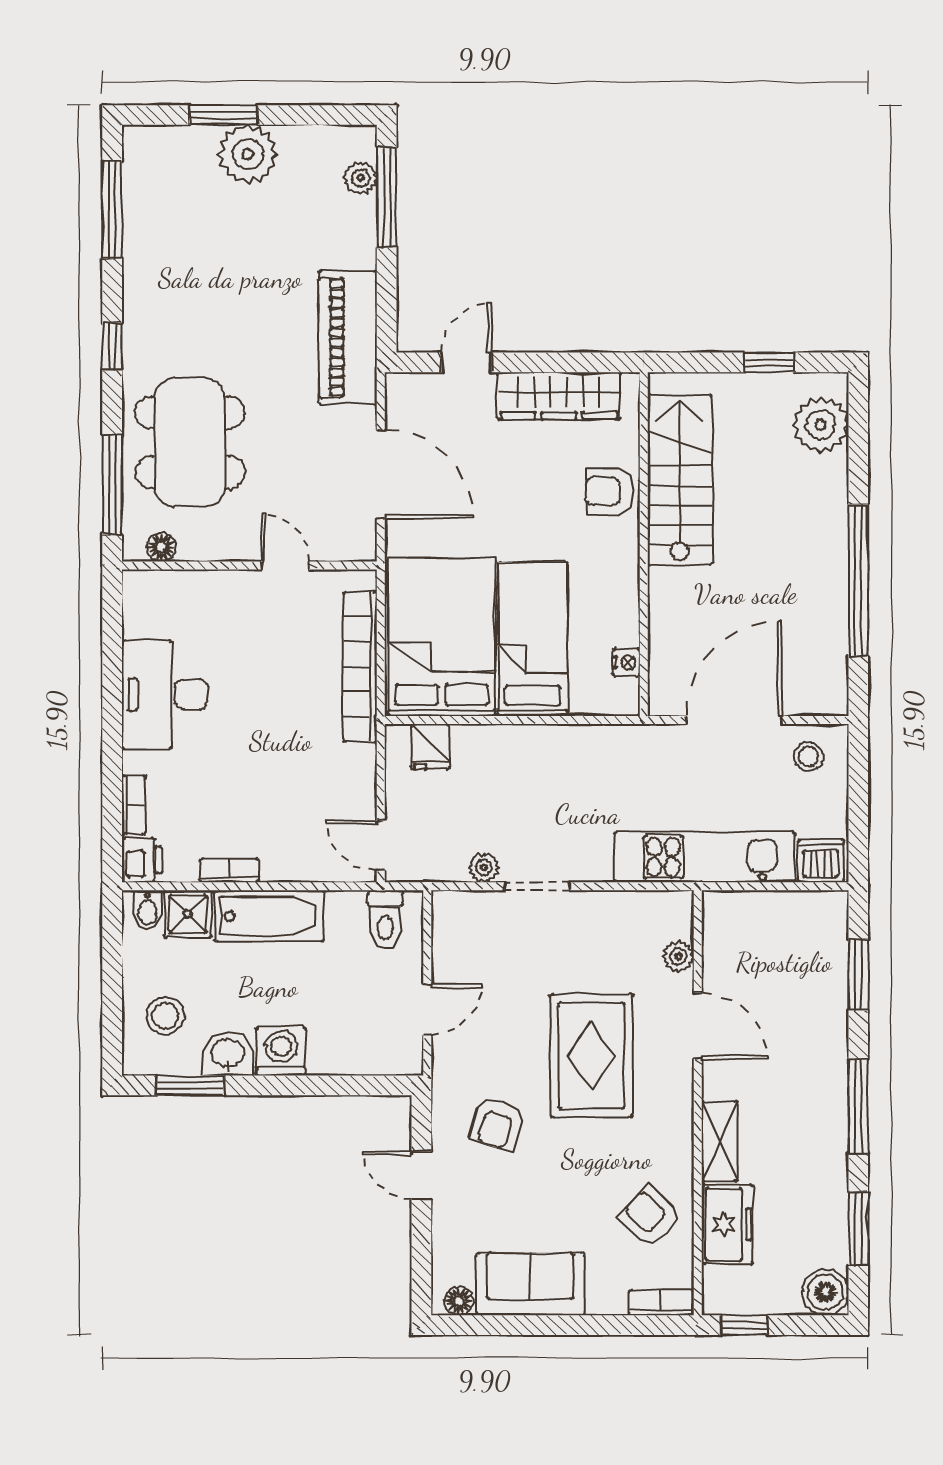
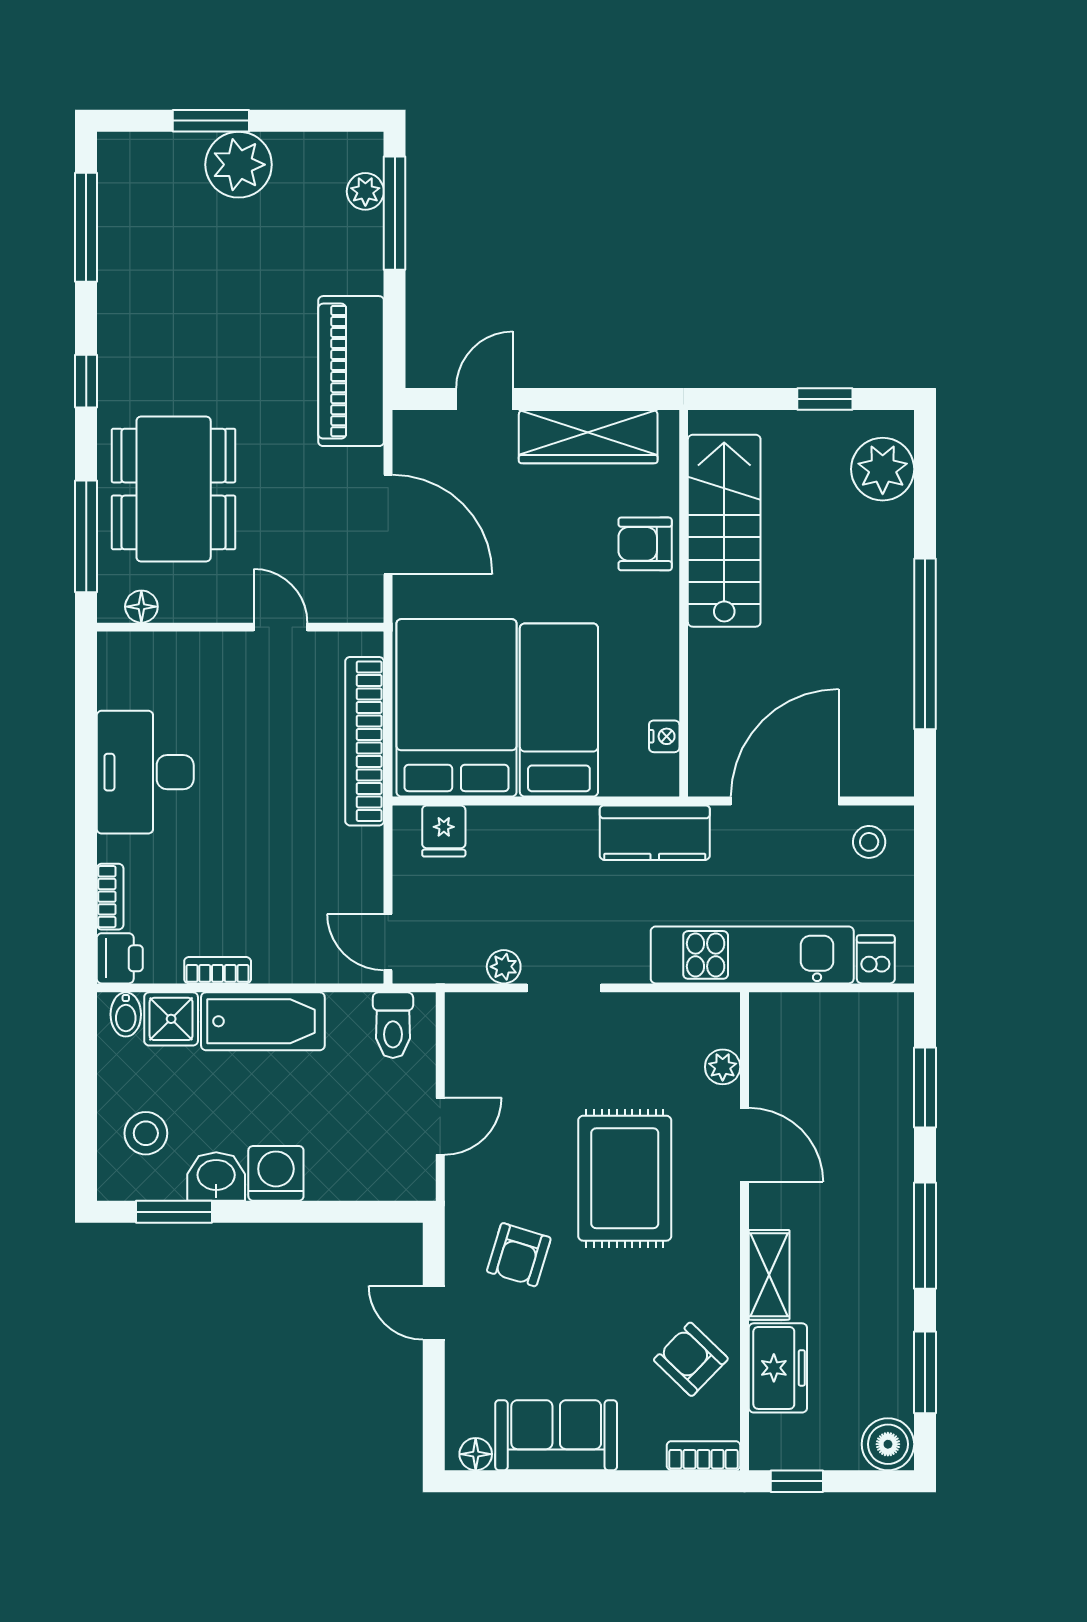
kitchen counter: (618, 748) -> (655, 833), added
dishwasher: (821, 861) -> (876, 959), width x0.73

